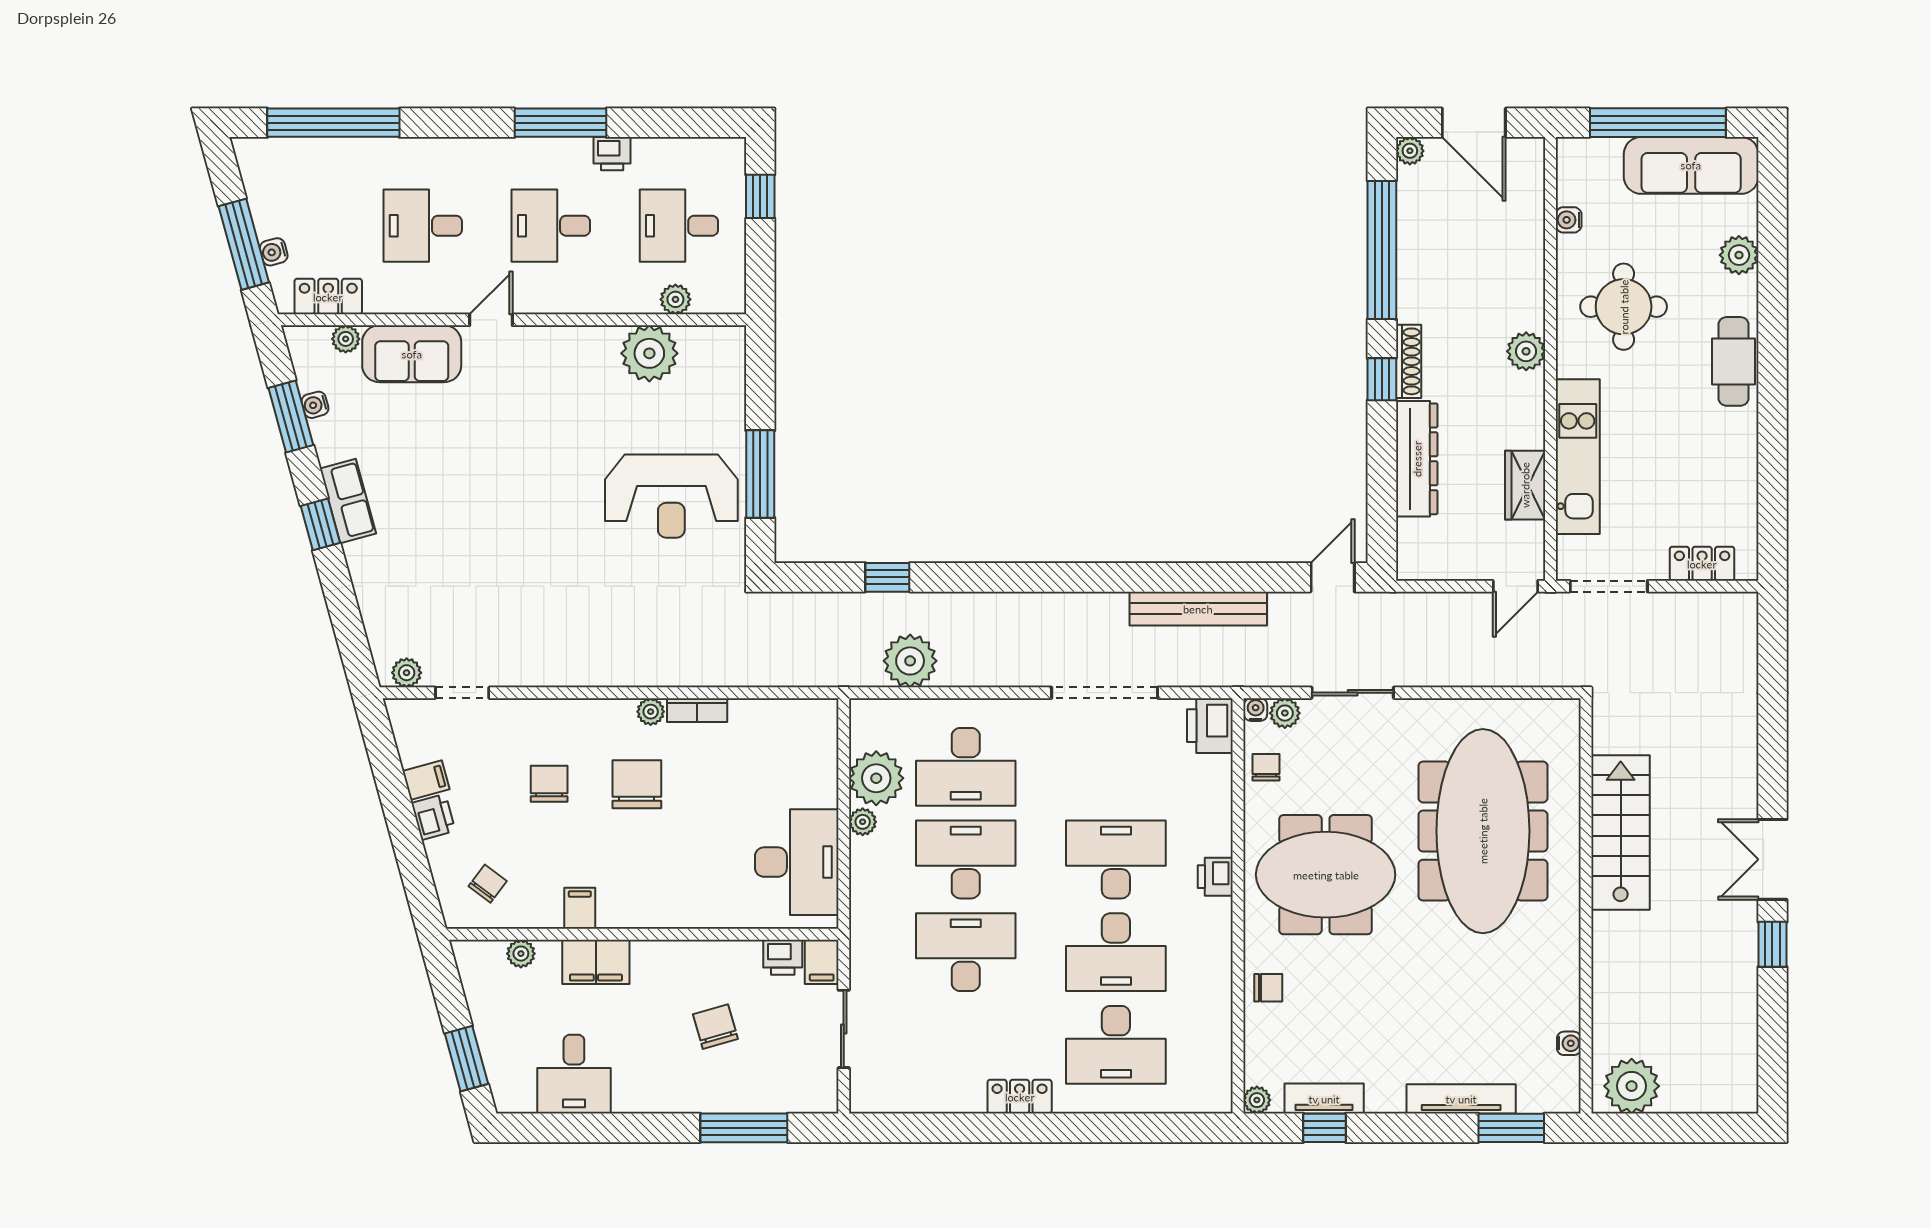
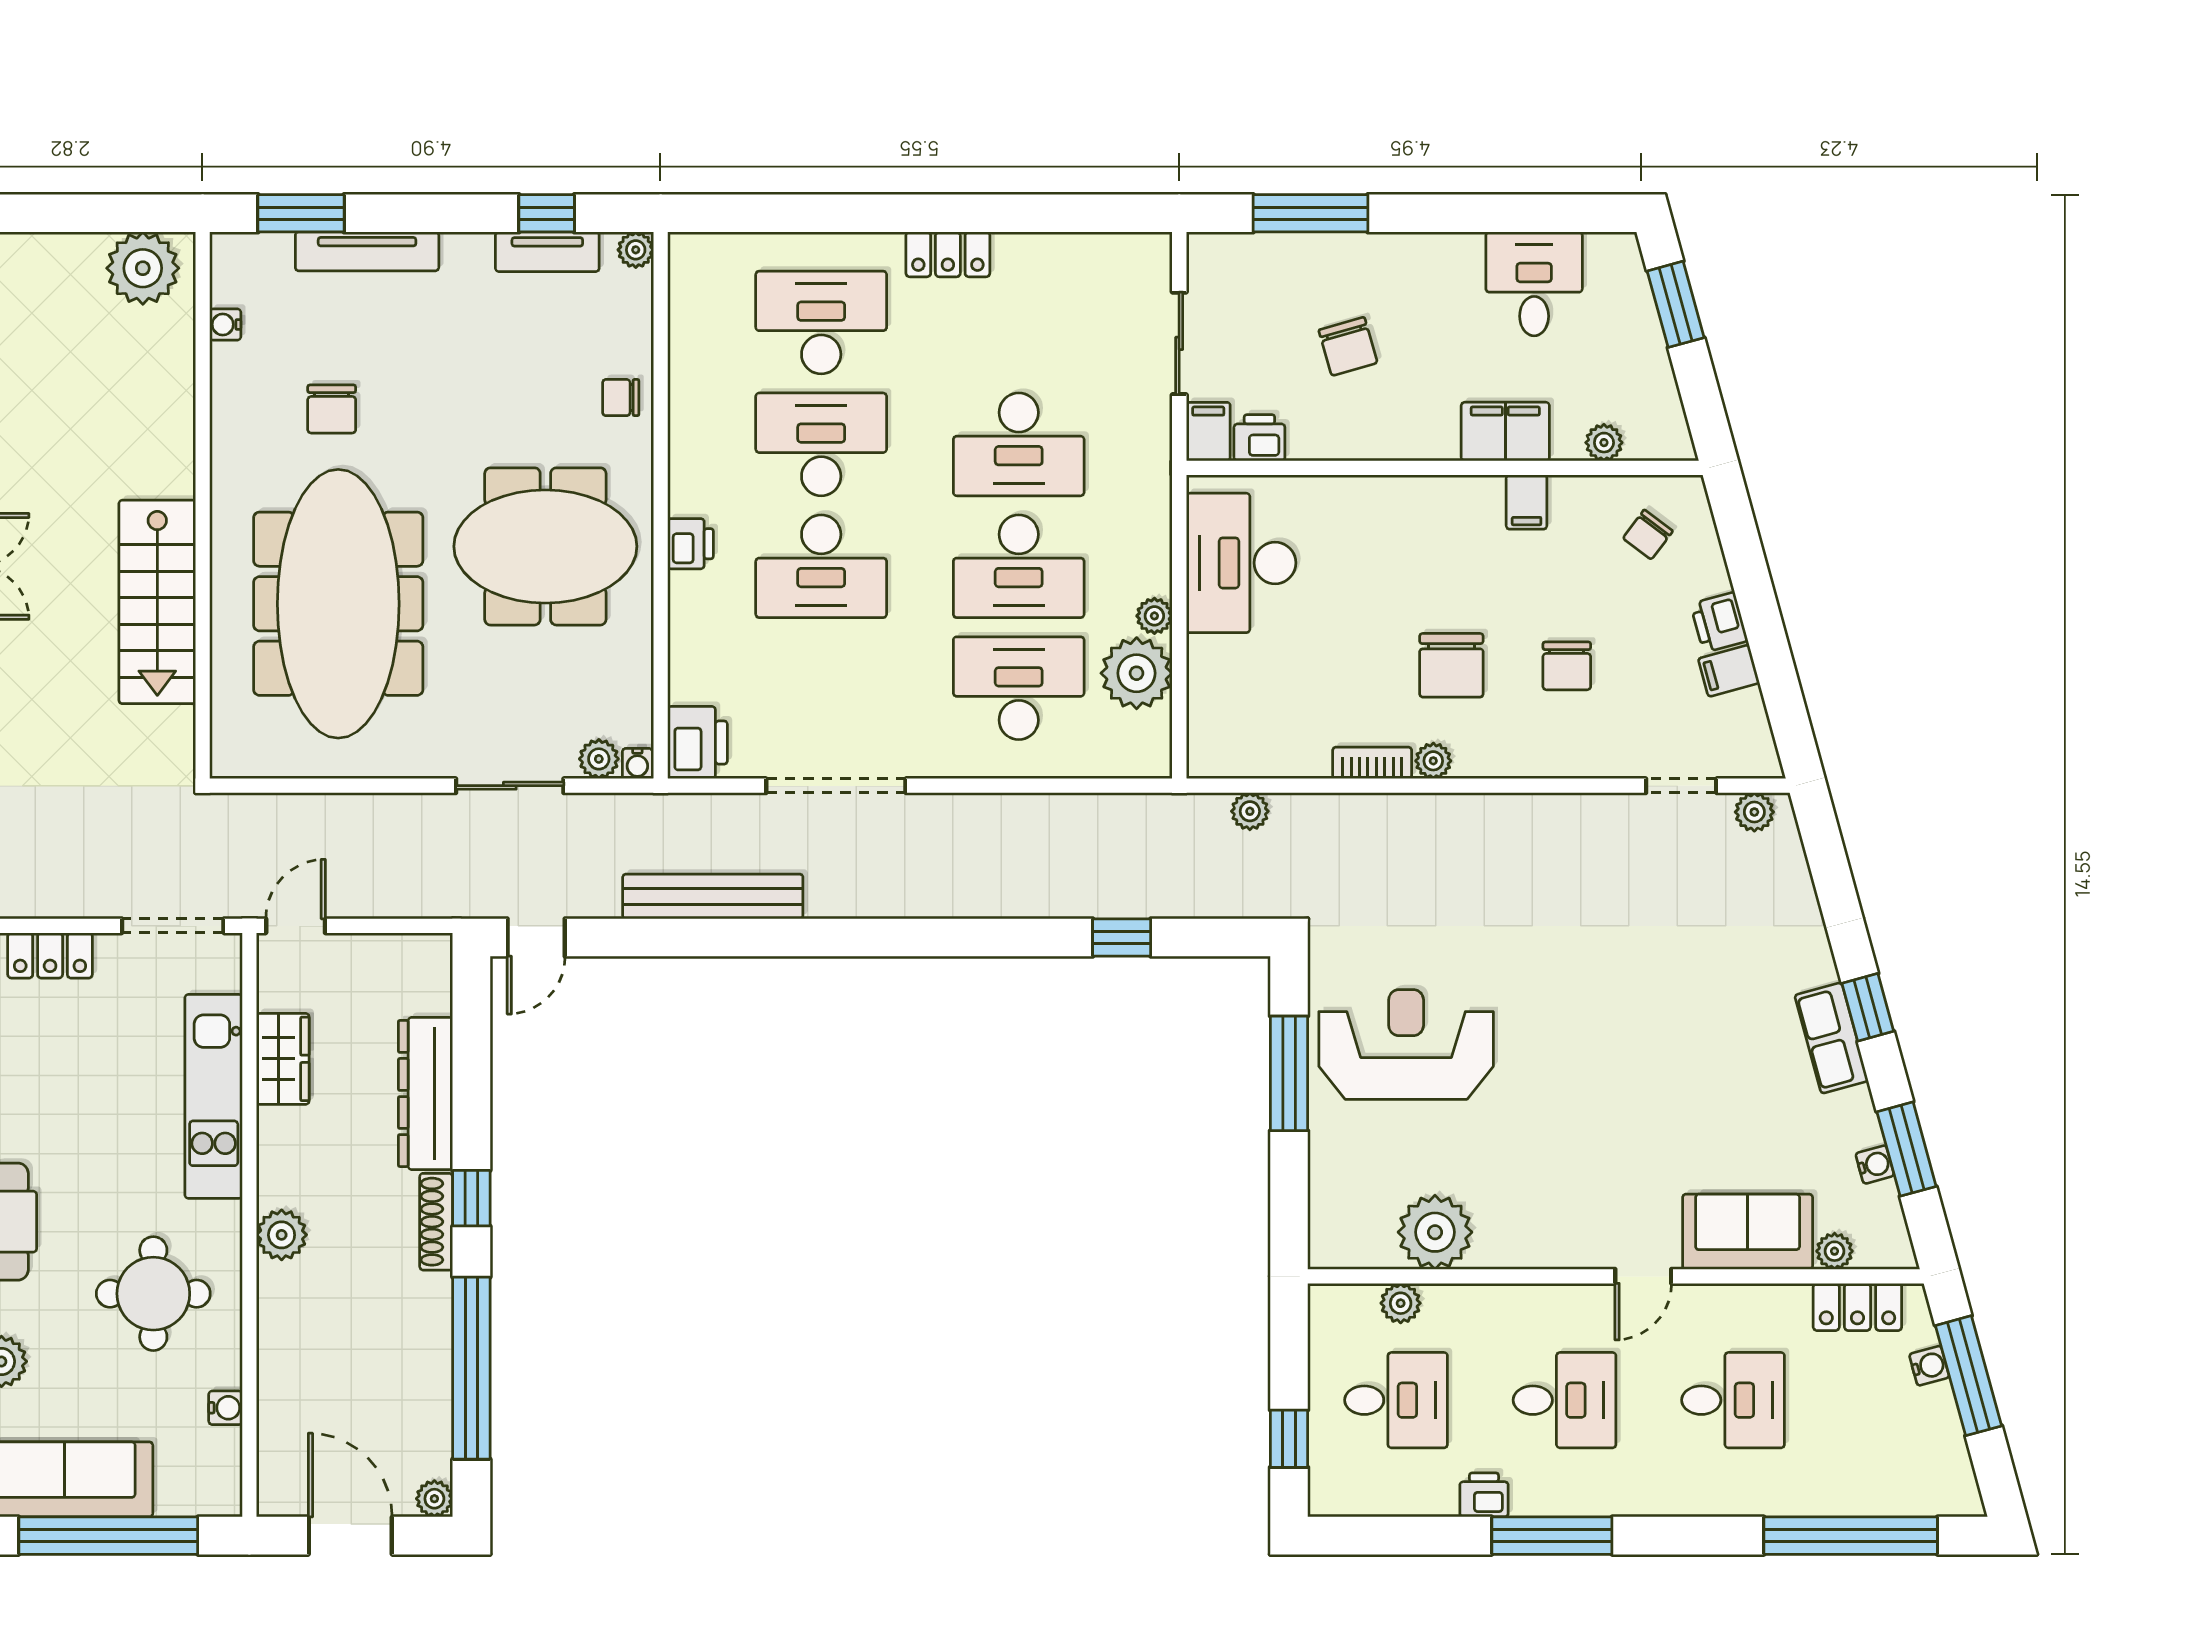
plant: (910, 661) -> (1250, 811), moved, width x0.53, depth x0.53
chair: (1266, 767) -> (332, 409), moved, width x1.37, depth x1.37

